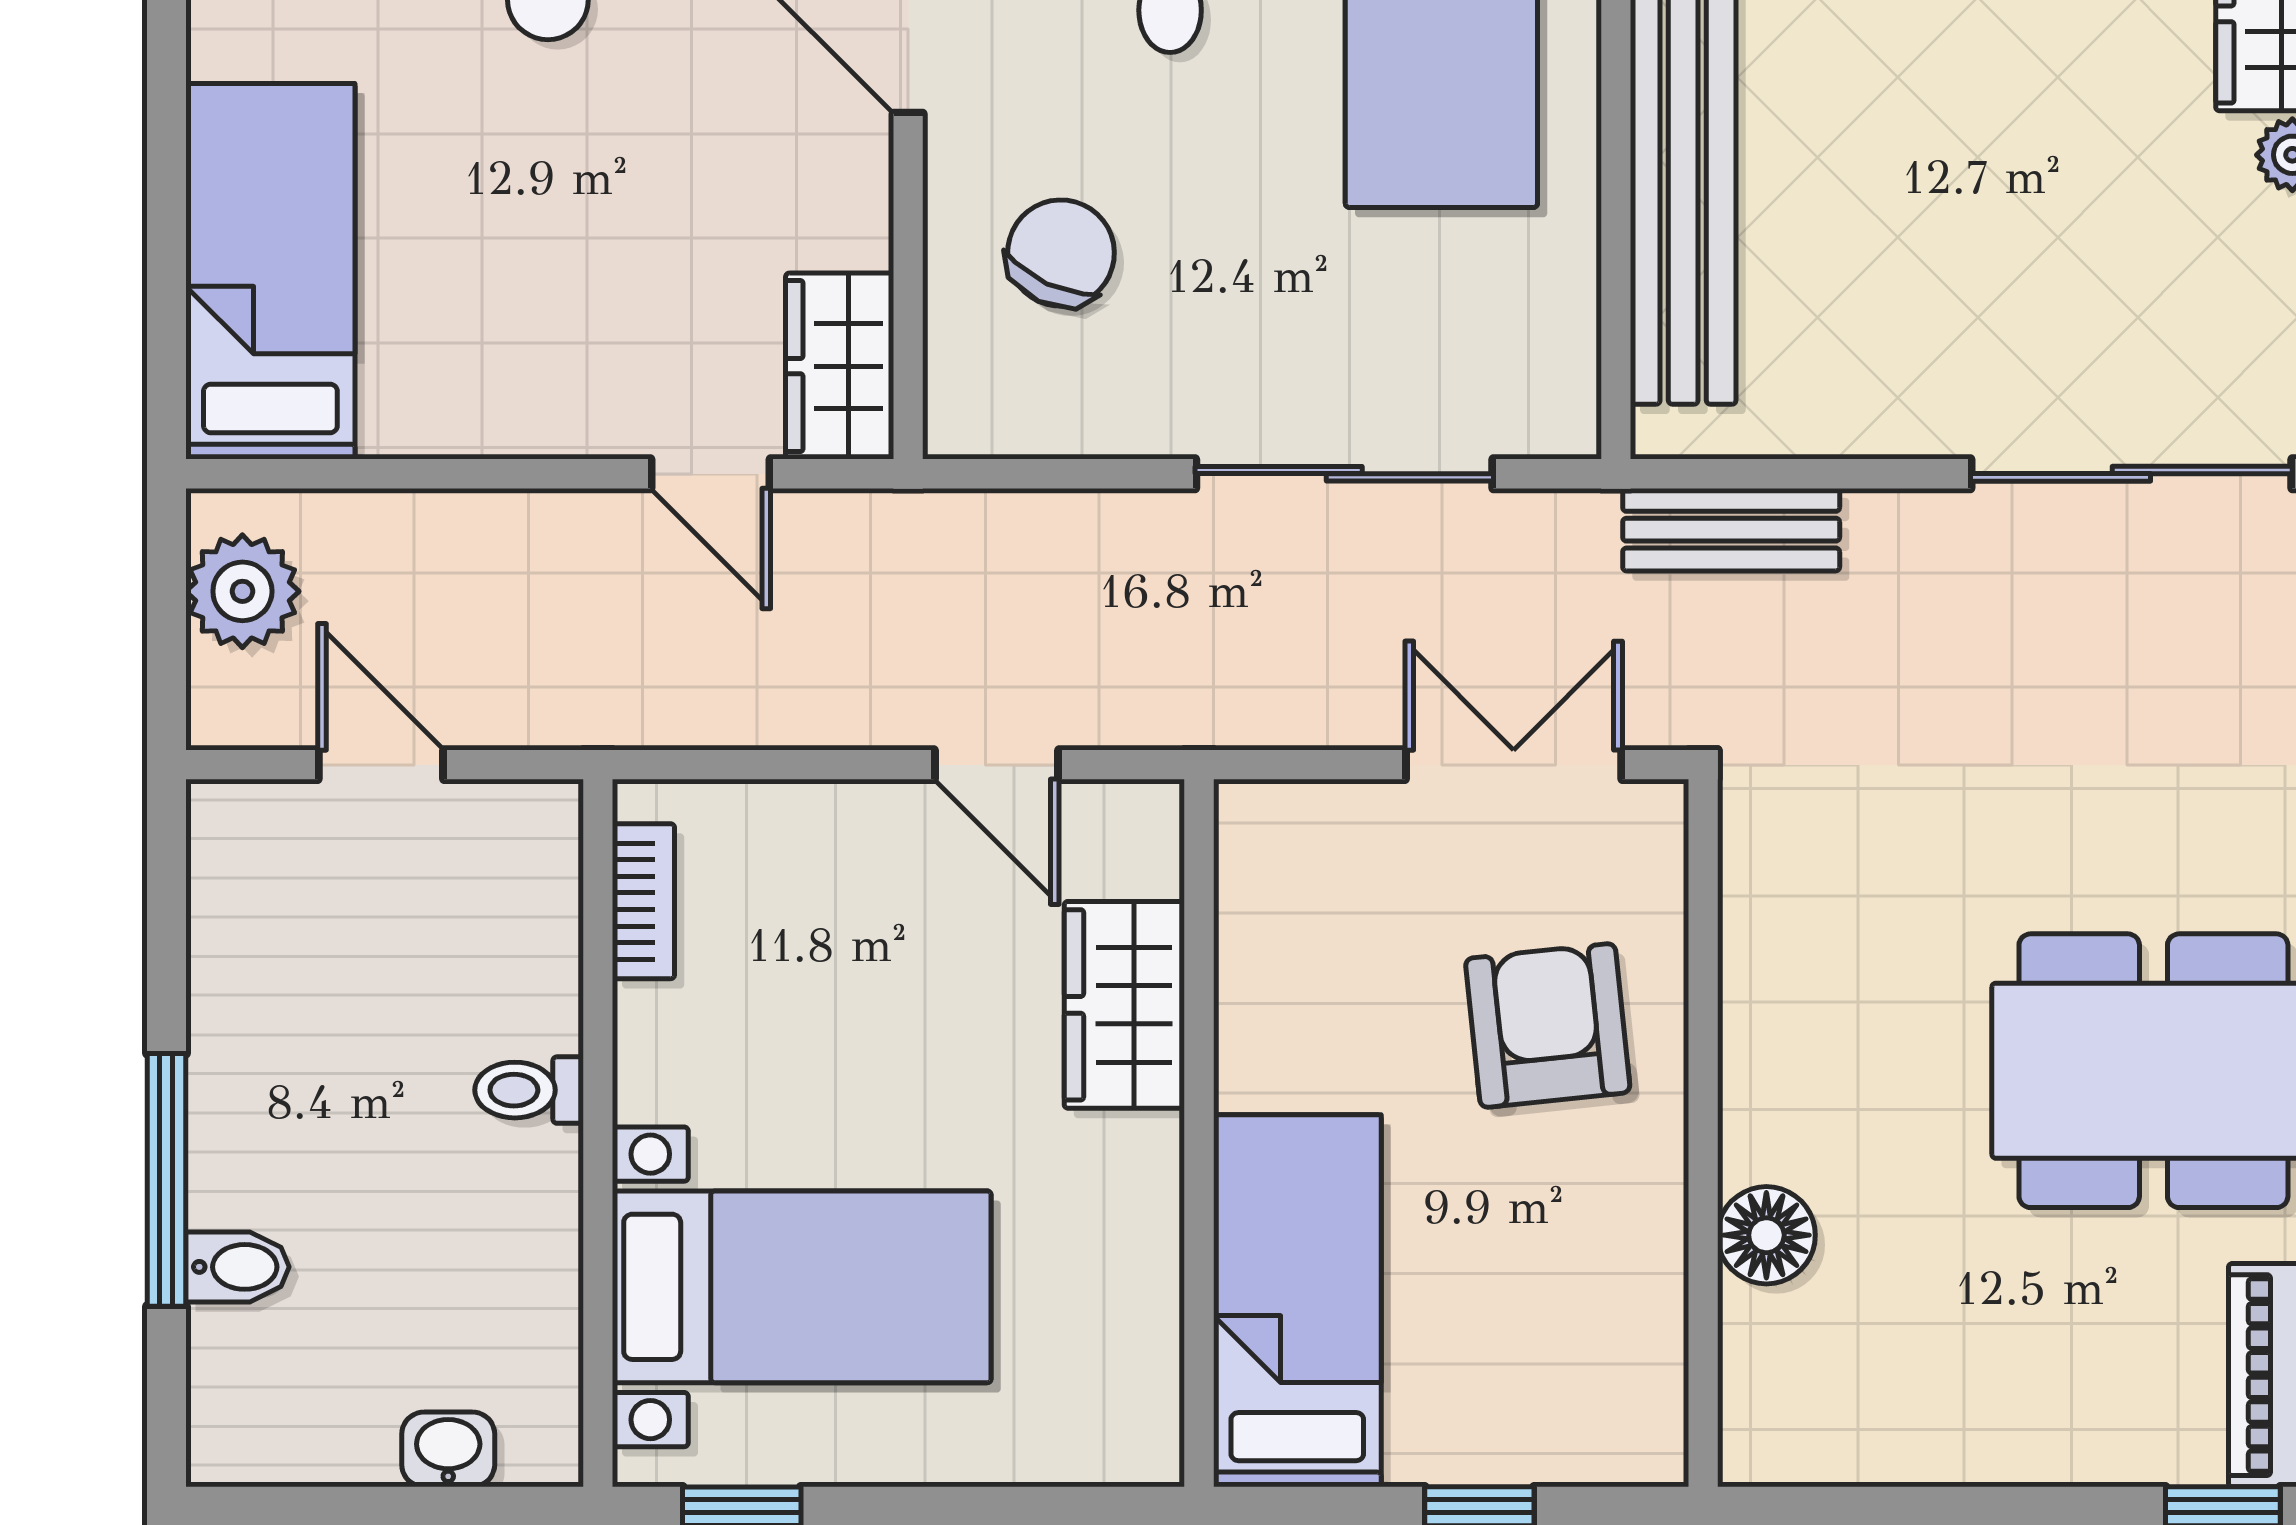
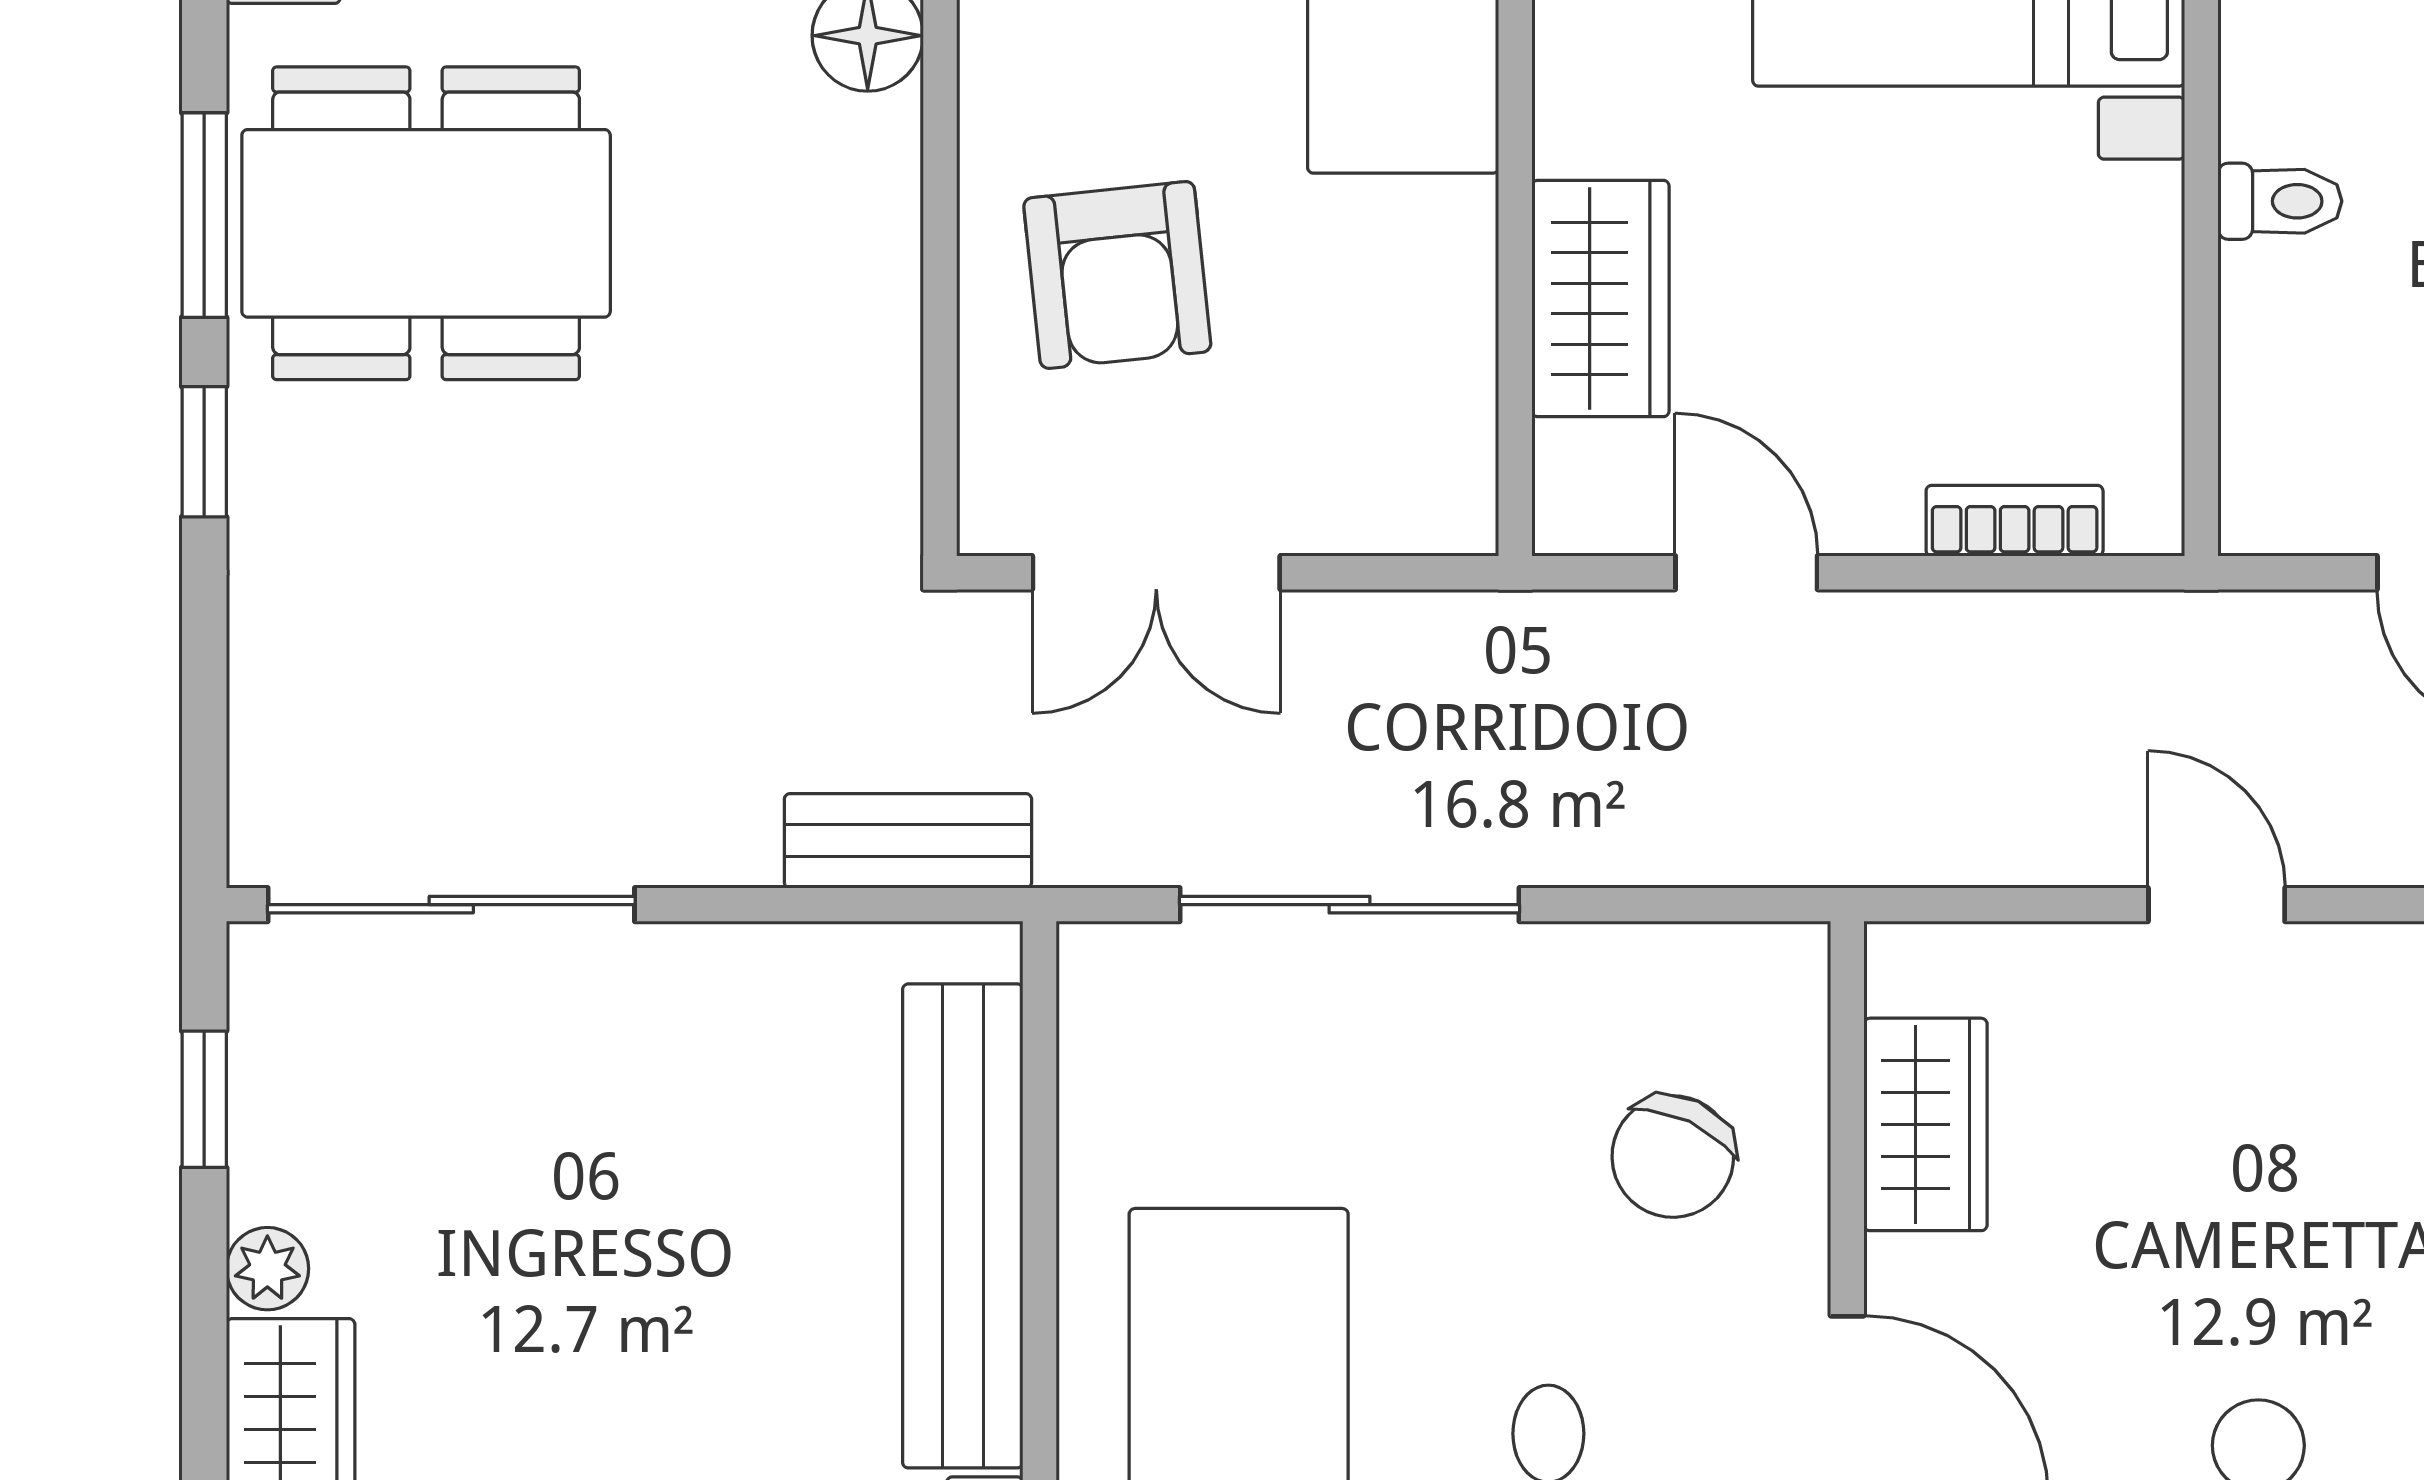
wardrobe: (840, 366) -> (1925, 1124), moved
door: (710, 474) -> (2217, 905), moved
bookcase: (643, 901) -> (2015, 521), moved, turned 90

